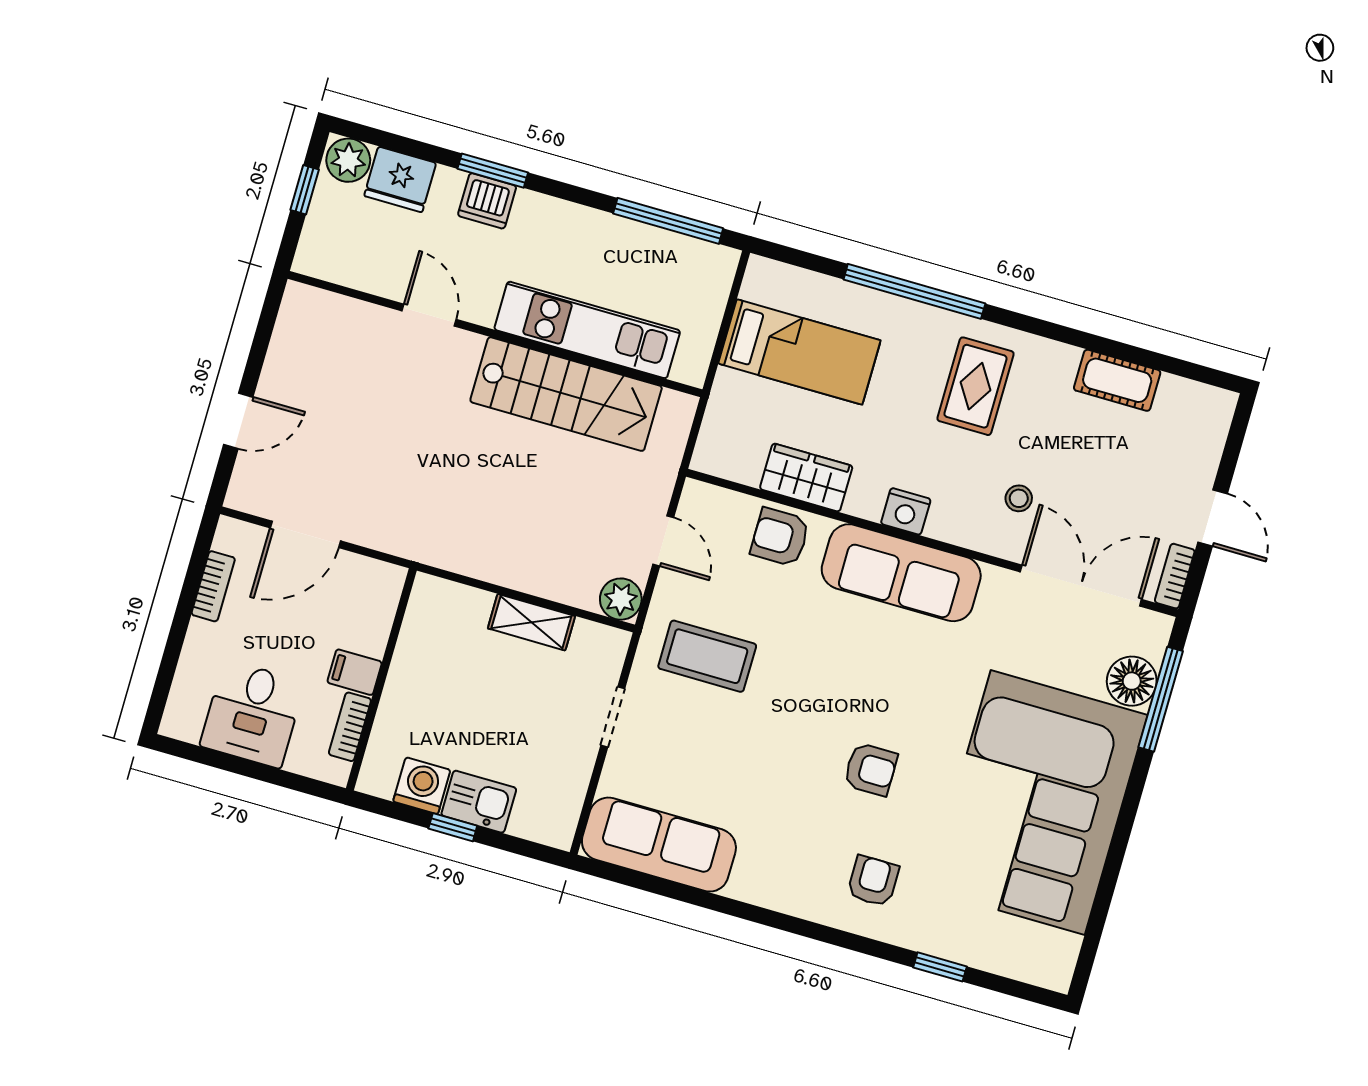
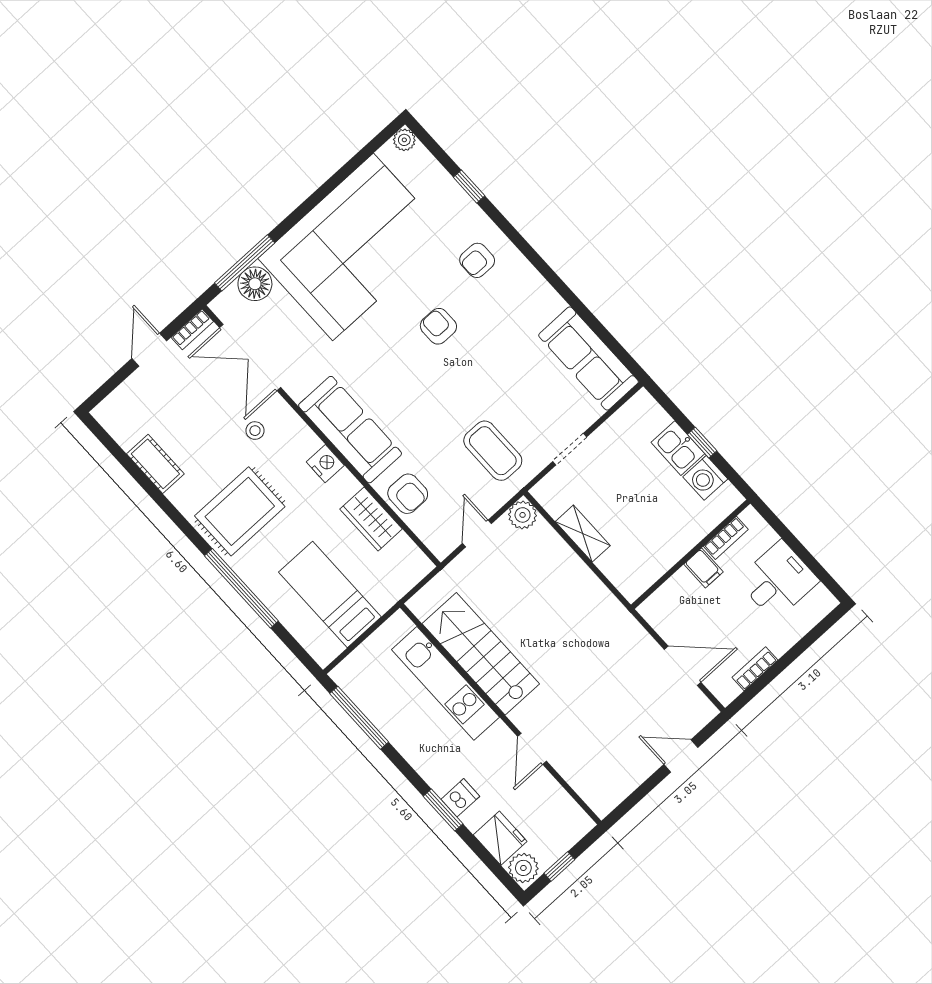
dishwasher: (487, 201) -> (460, 798), width x0.73
rug: (975, 386) -> (240, 511), width x1.36, depth x1.43
plant: (1056, 975) -> (404, 140), added

